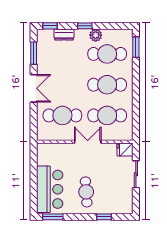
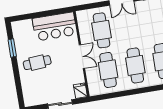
bar counter: (50, 189) -> (55, 27), moved
window: (53, 217) -> (12, 48), moved
window: (104, 217) -> (18, 82), removed

